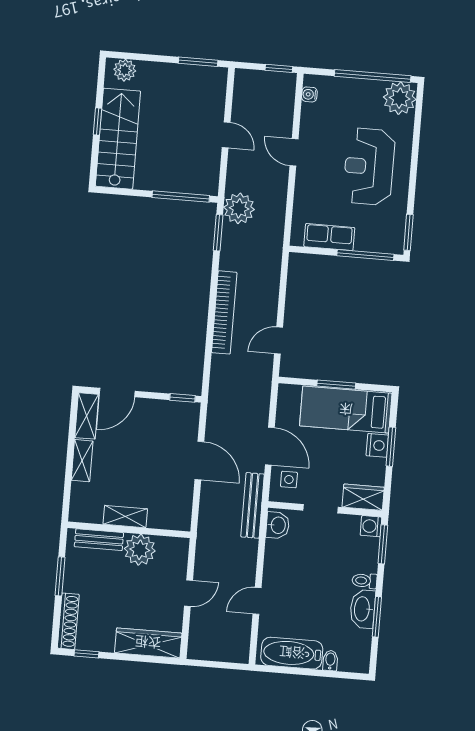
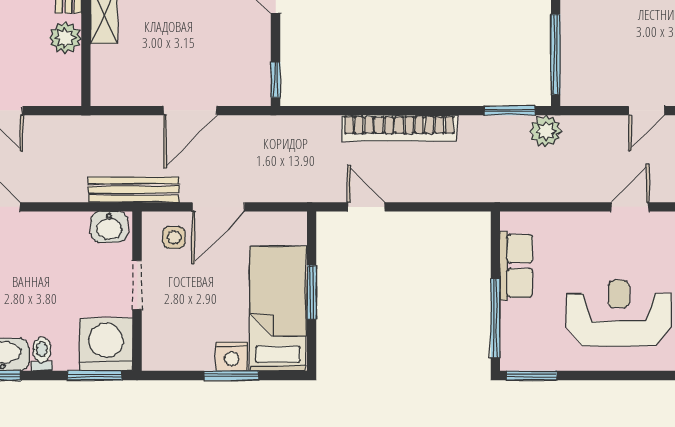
plant: (239, 208) -> (546, 131), width x0.73, depth x0.73
wardrobe: (363, 497) -> (158, 343), removed
washing machine: (371, 526) -> (106, 344), width x1.89, depth x1.89
plant: (140, 550) -> (65, 38), width x0.73, depth x0.73

